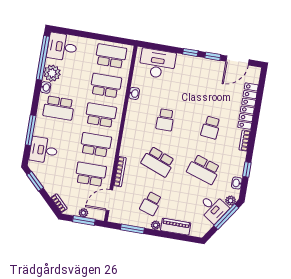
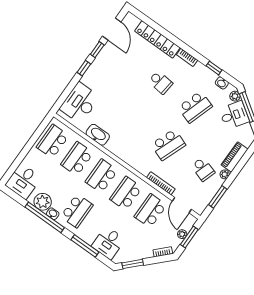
window: (43, 58) -> (45, 217), moved
washbasin: (134, 93) -> (98, 135), width x1.91, depth x1.45
school desk: (165, 120) -> (134, 120), removed

